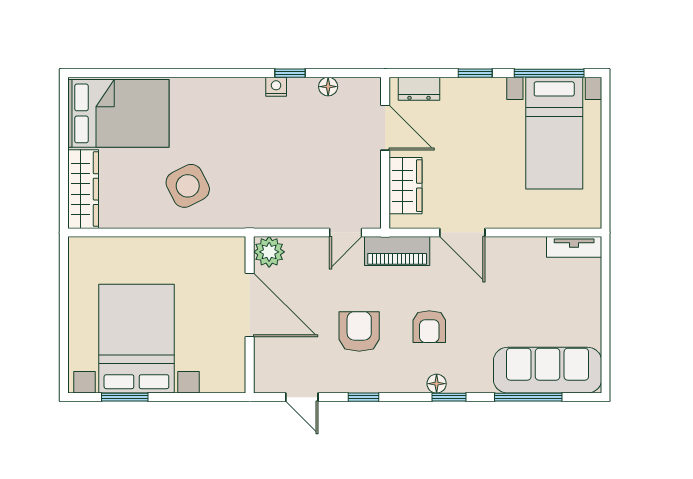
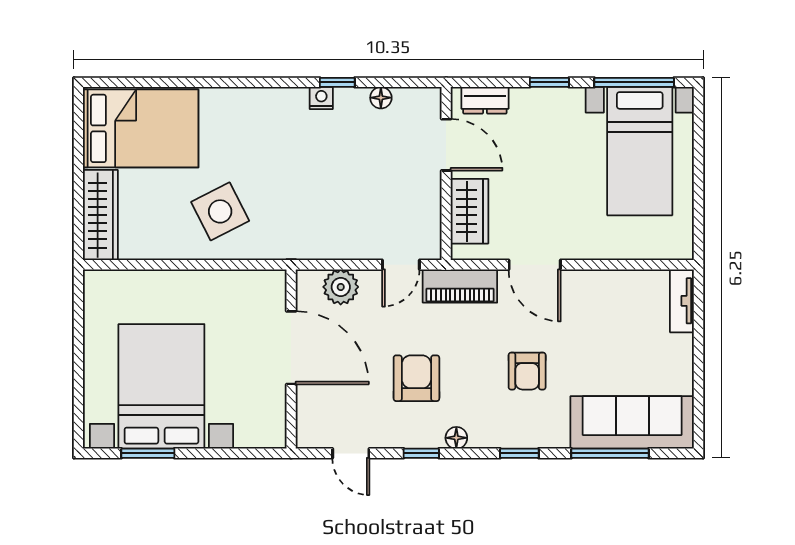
tv unit: (574, 247) -> (682, 301), moved, turned 90
plant: (269, 252) -> (341, 287), moved
armchair: (429, 327) -> (527, 371), moved
floor lamp: (437, 384) -> (456, 438), moved

